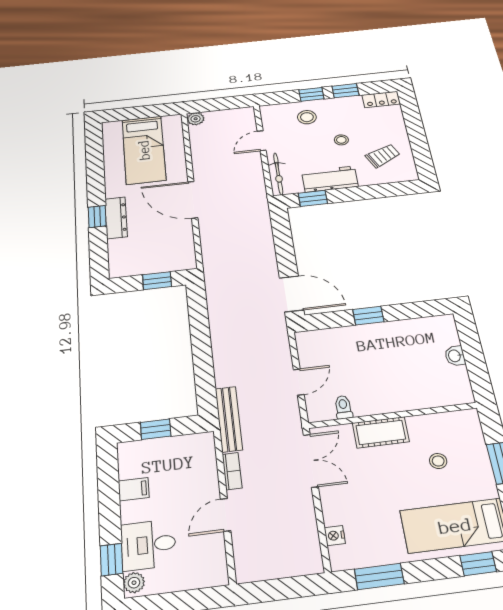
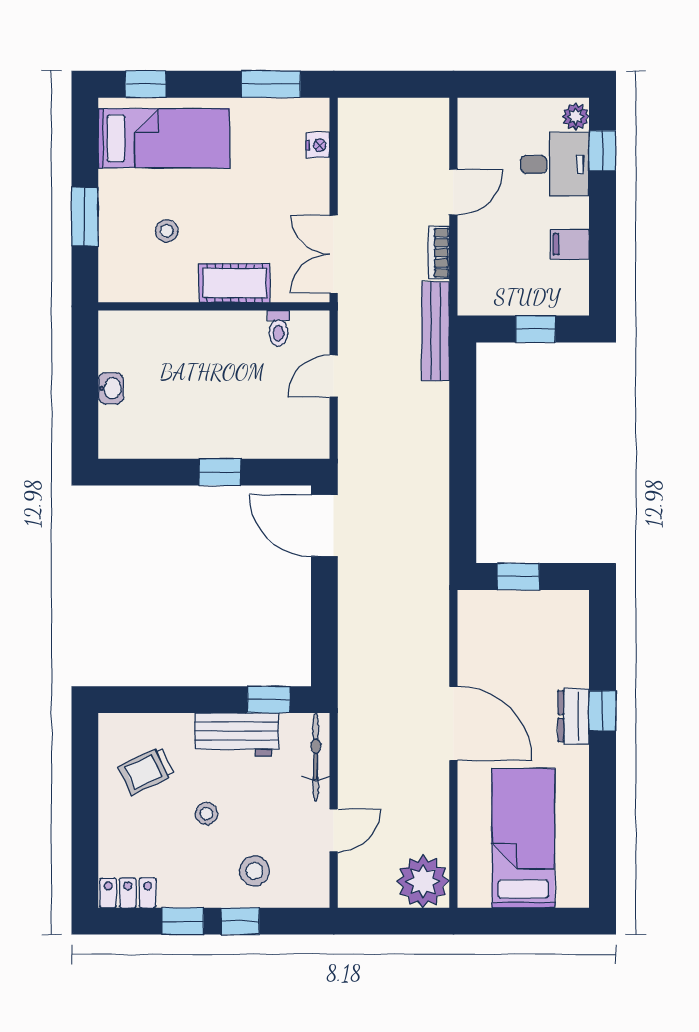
plant: (196, 119) -> (423, 881), width x1.87, depth x1.87
dresser: (116, 218) -> (574, 716), width x0.70

